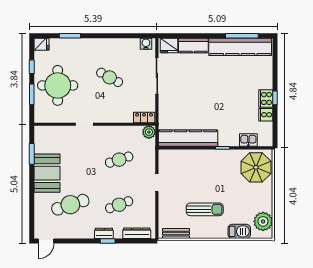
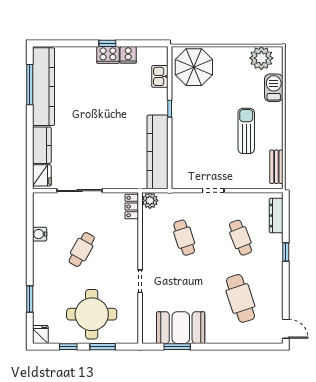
water cooler: (146, 44) -> (40, 234), moved
booth: (47, 173) -> (181, 328), moved
dresser: (104, 233) -> (276, 257), removed

